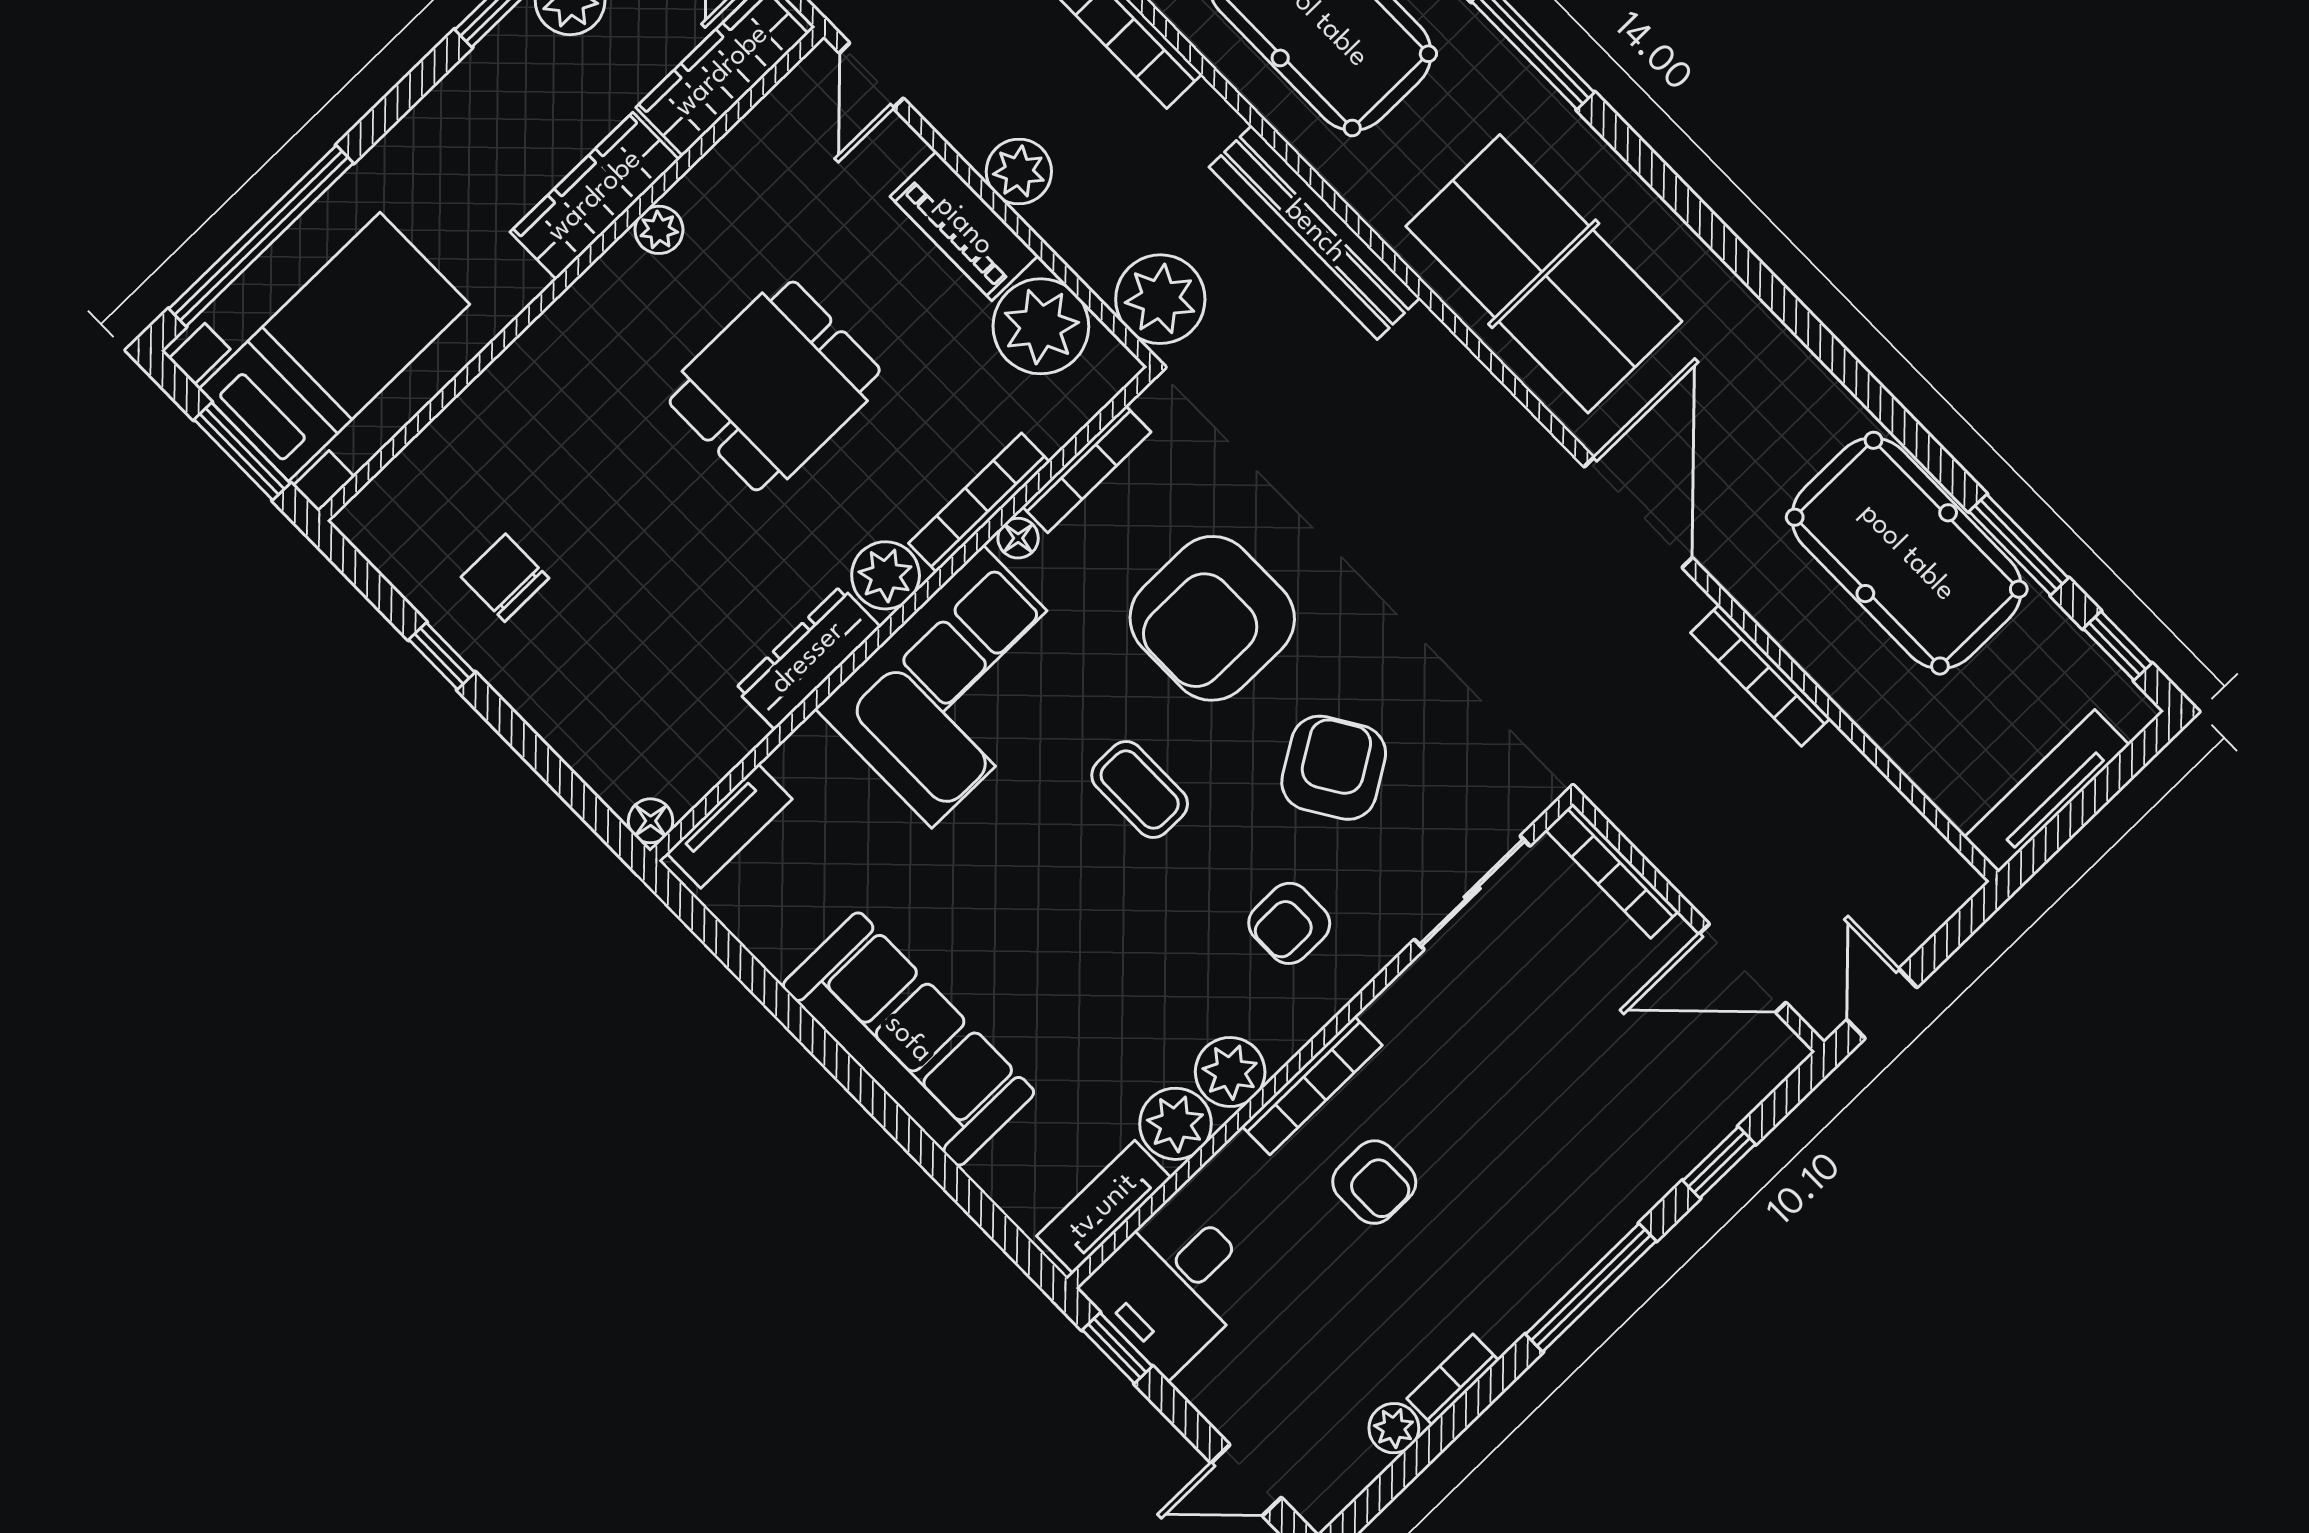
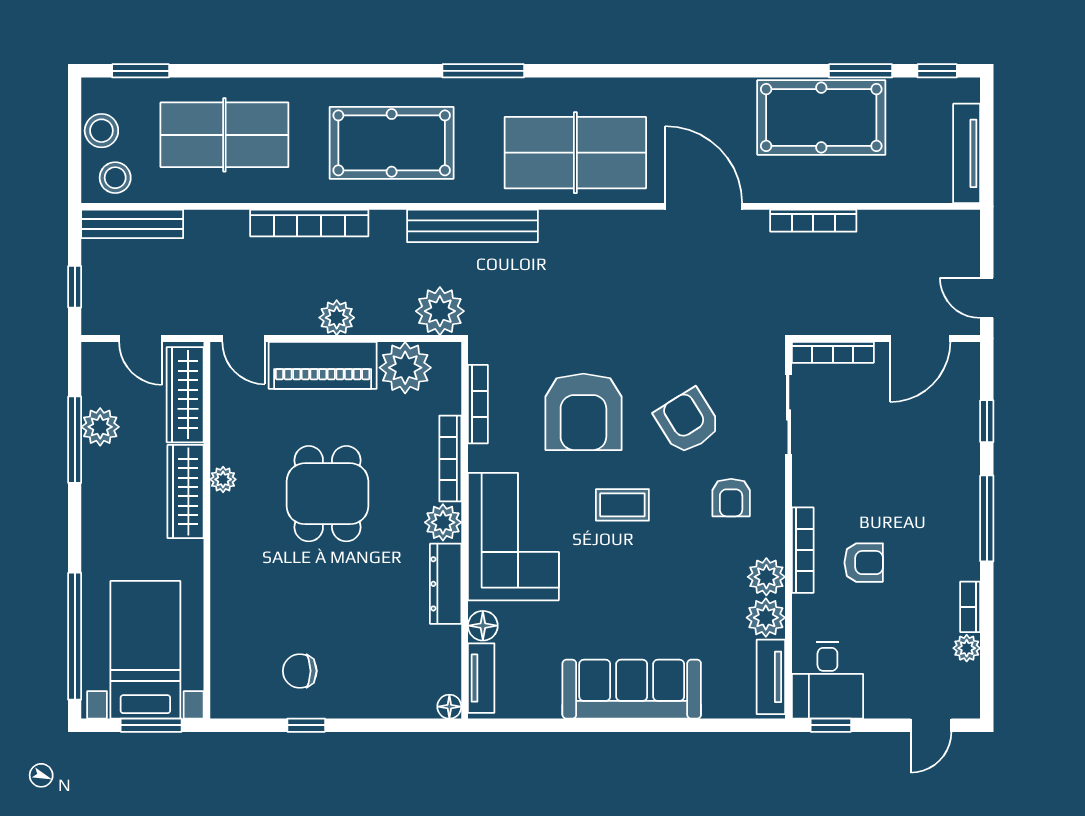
piano: (964, 226) -> (323, 365), width x1.37, depth x1.33
floor lamp: (1018, 538) -> (483, 626), moved, width x1.37, depth x1.37

